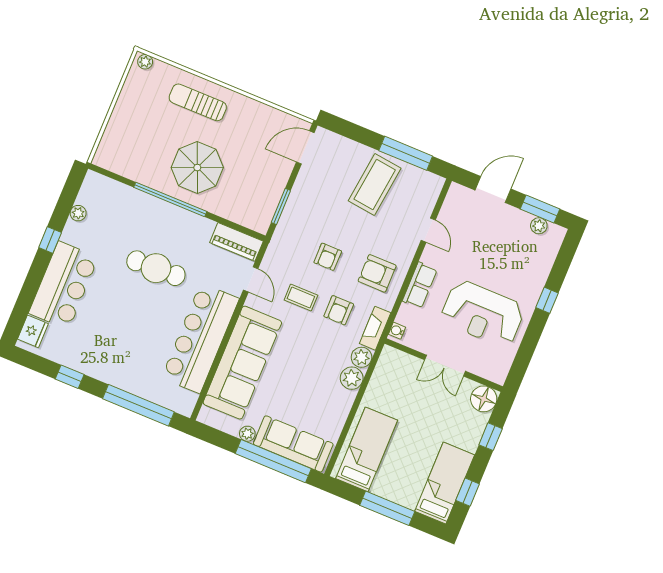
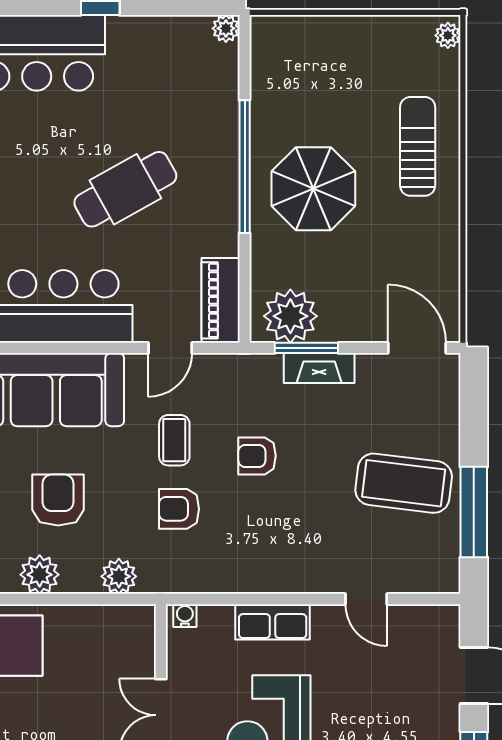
plant: (260, 208) -> (290, 316), added
plant: (78, 213) -> (226, 28), moved
door: (428, 230) -> (366, 599), hinge flipped
cafe table: (156, 268) -> (125, 189), turned 63
armchair: (377, 273) -> (58, 500), moved
fireplace: (375, 328) -> (319, 368), moved, turned 180
plant: (352, 378) -> (40, 575), moved

